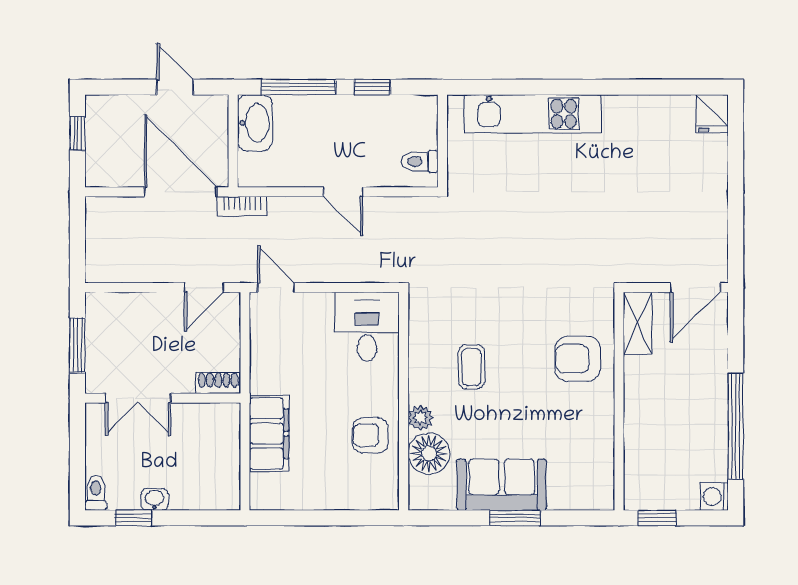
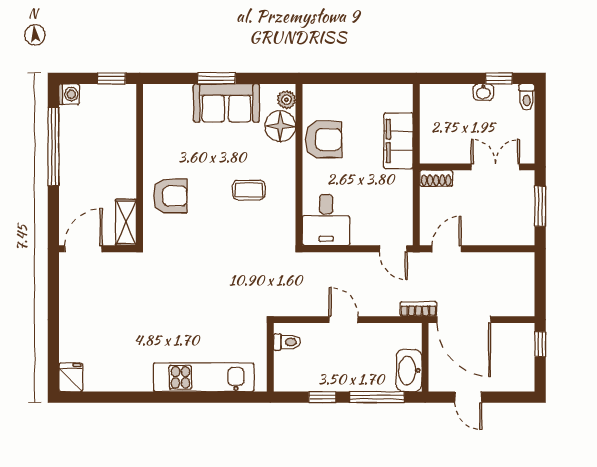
window: (77, 133) -> (540, 344), moved
coffee table: (471, 367) -> (249, 190), turned 90
plant: (420, 418) -> (287, 100), moved
armchair: (370, 435) -> (324, 139), width x1.38, depth x1.38

